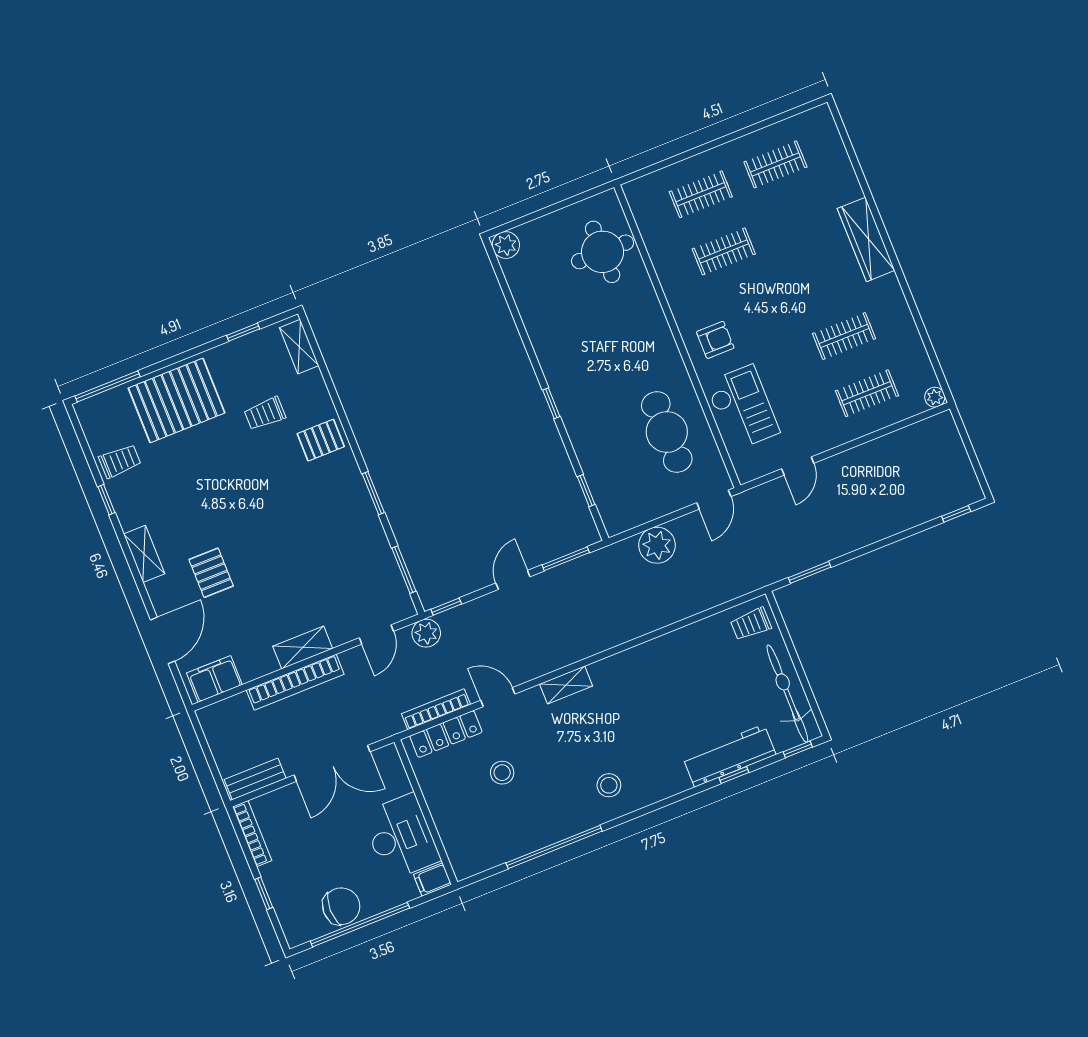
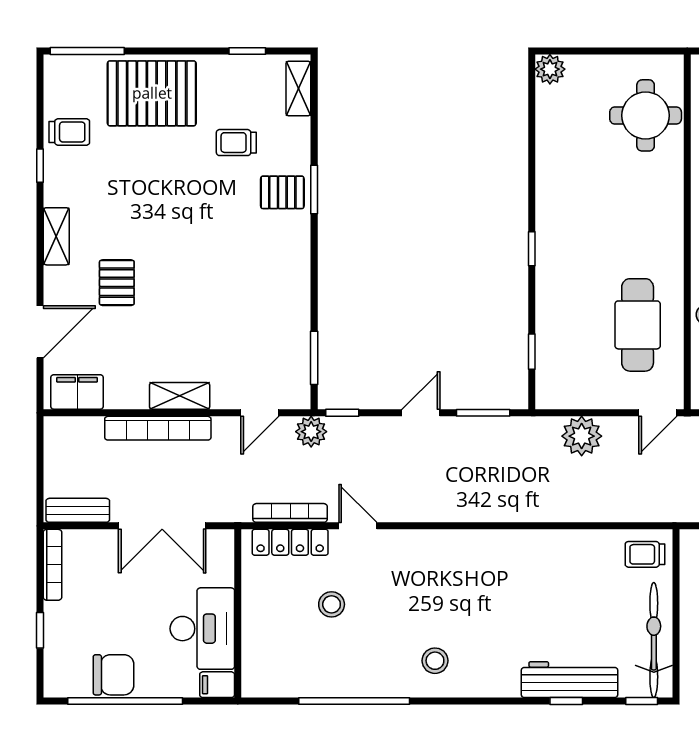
window: (373, 493) -> (314, 190), moved
shelving: (566, 685) -> (432, 541), removed

